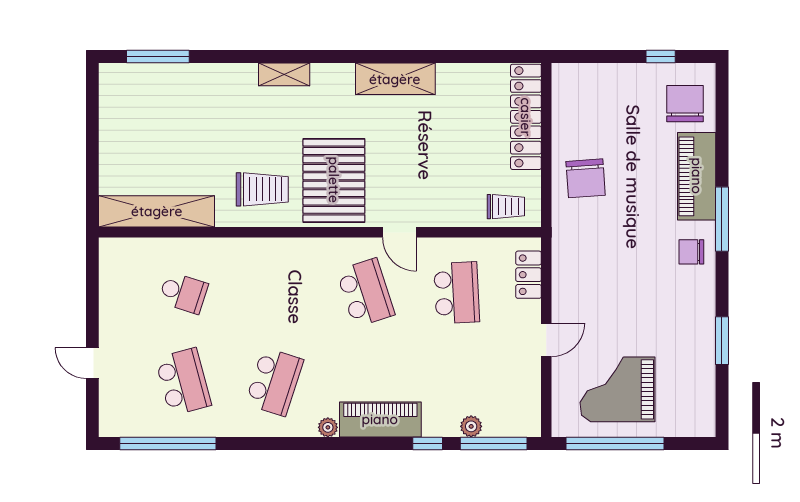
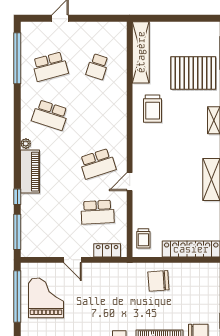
pallet: (334, 180) -> (193, 73), moved
plant: (471, 426) -> (26, 220), removed

